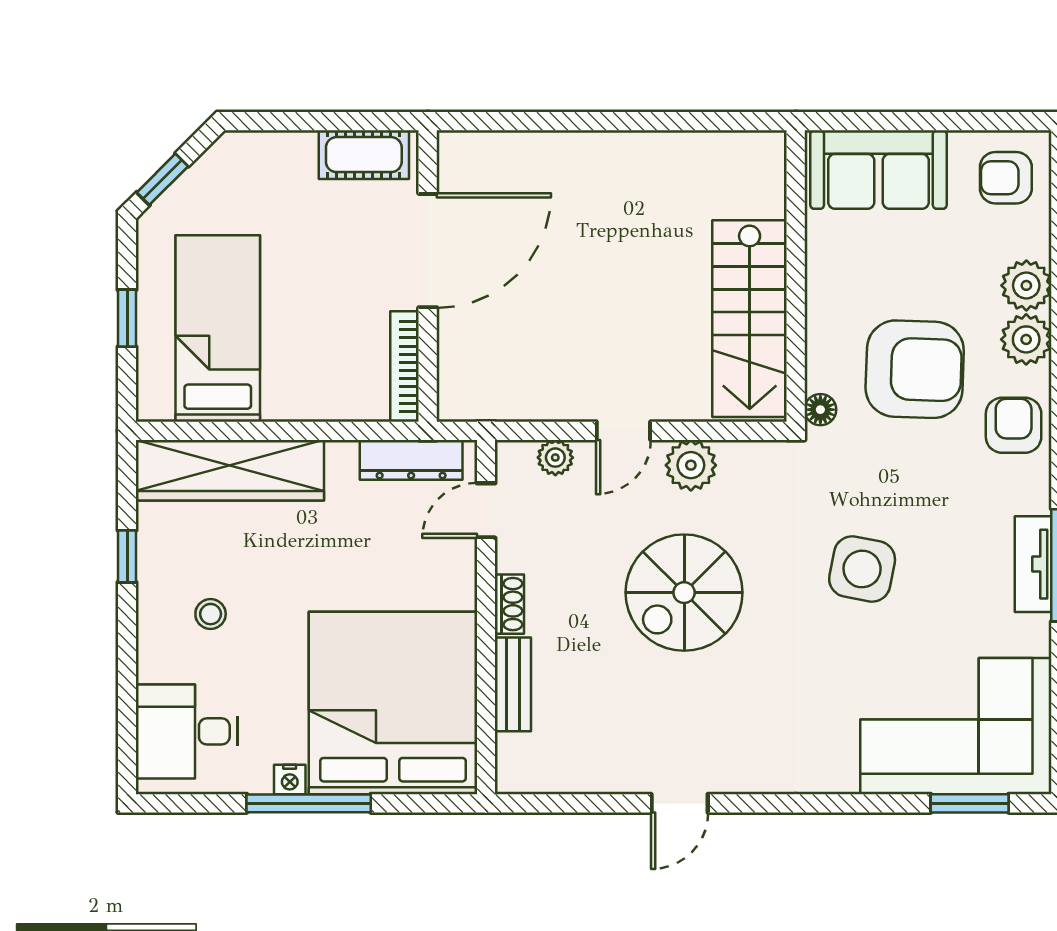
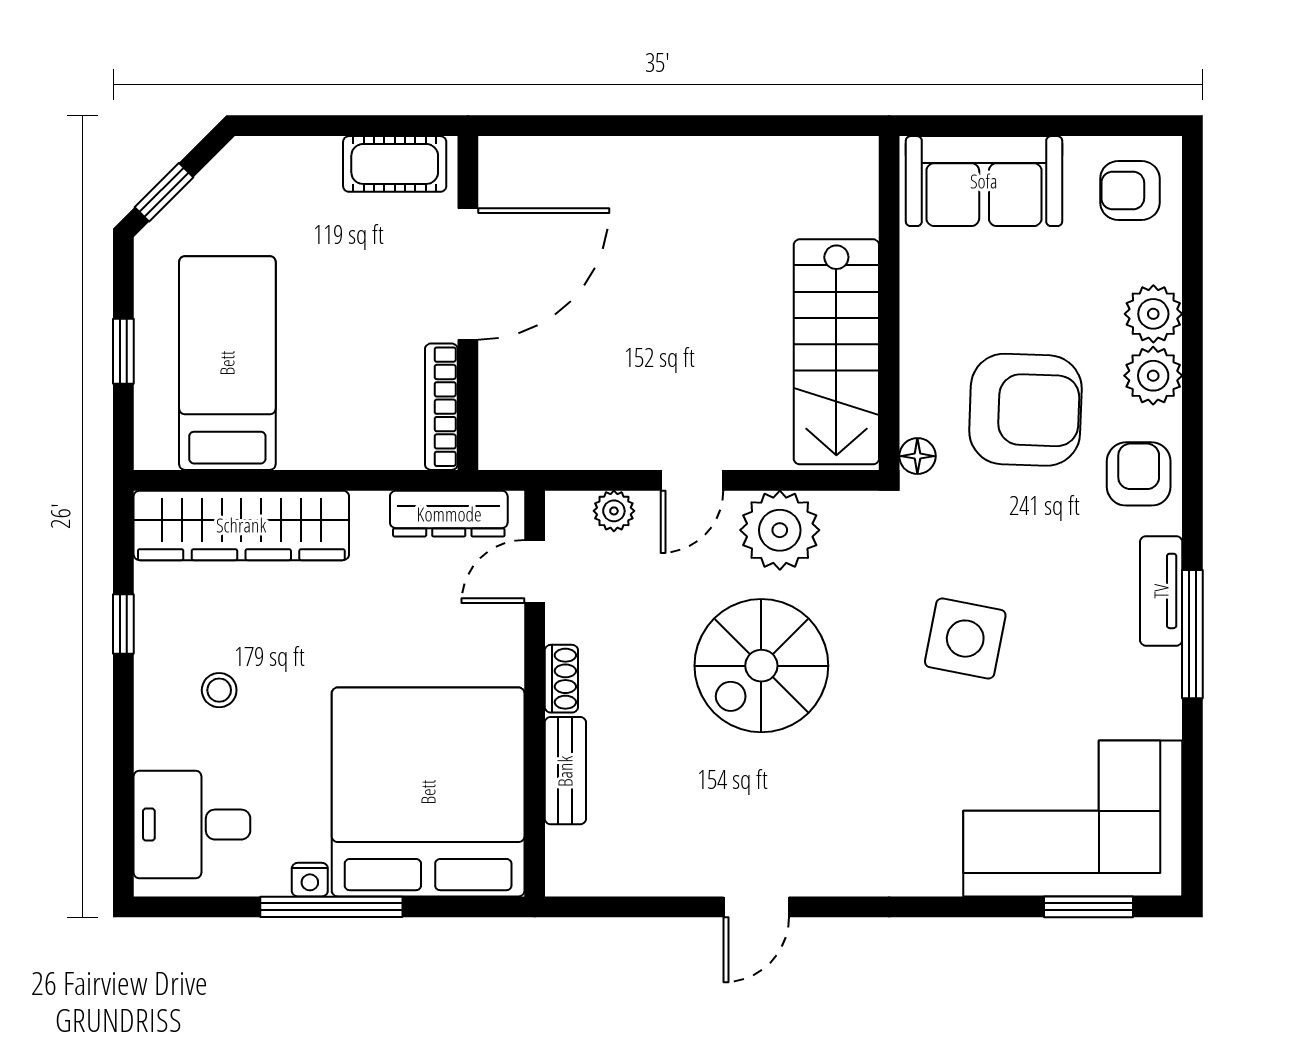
plant: (691, 465) -> (780, 530), width x1.36, depth x1.36
tv unit: (1033, 564) -> (1161, 591), moved

